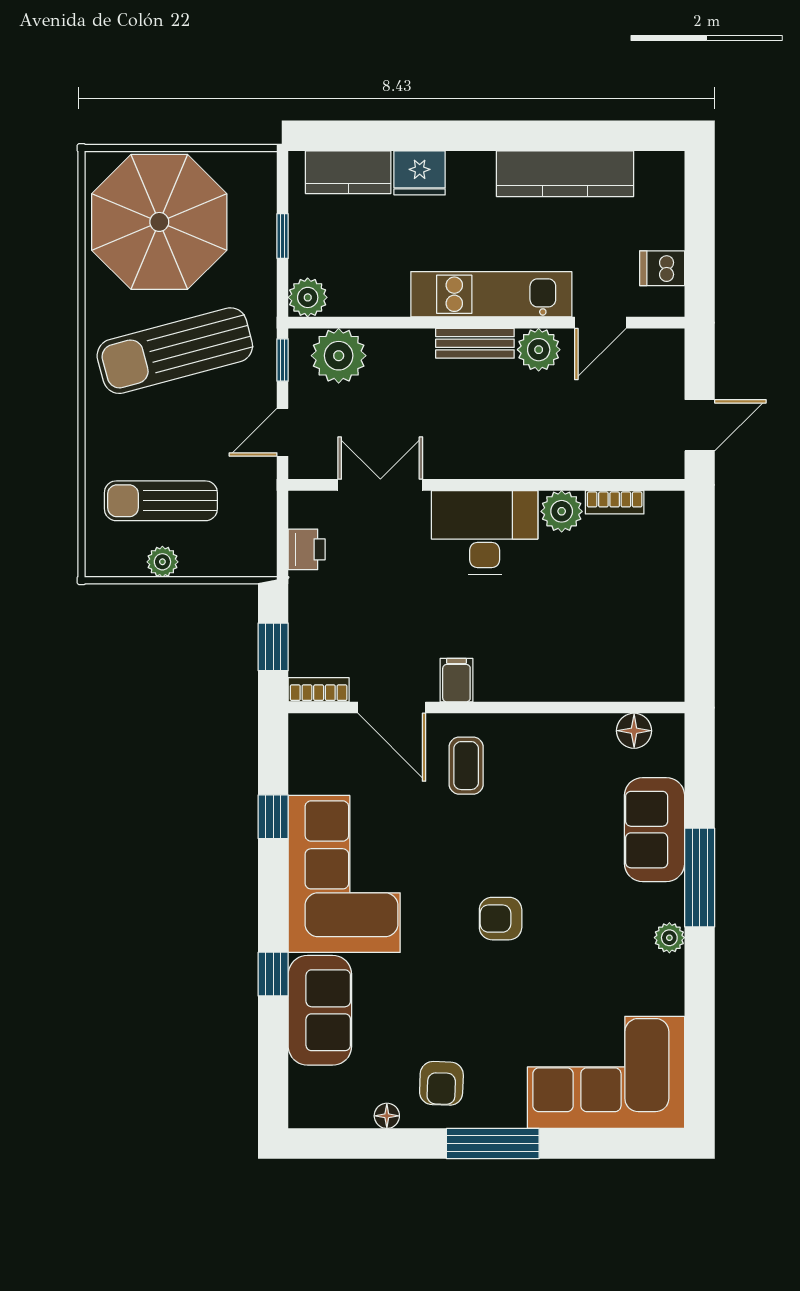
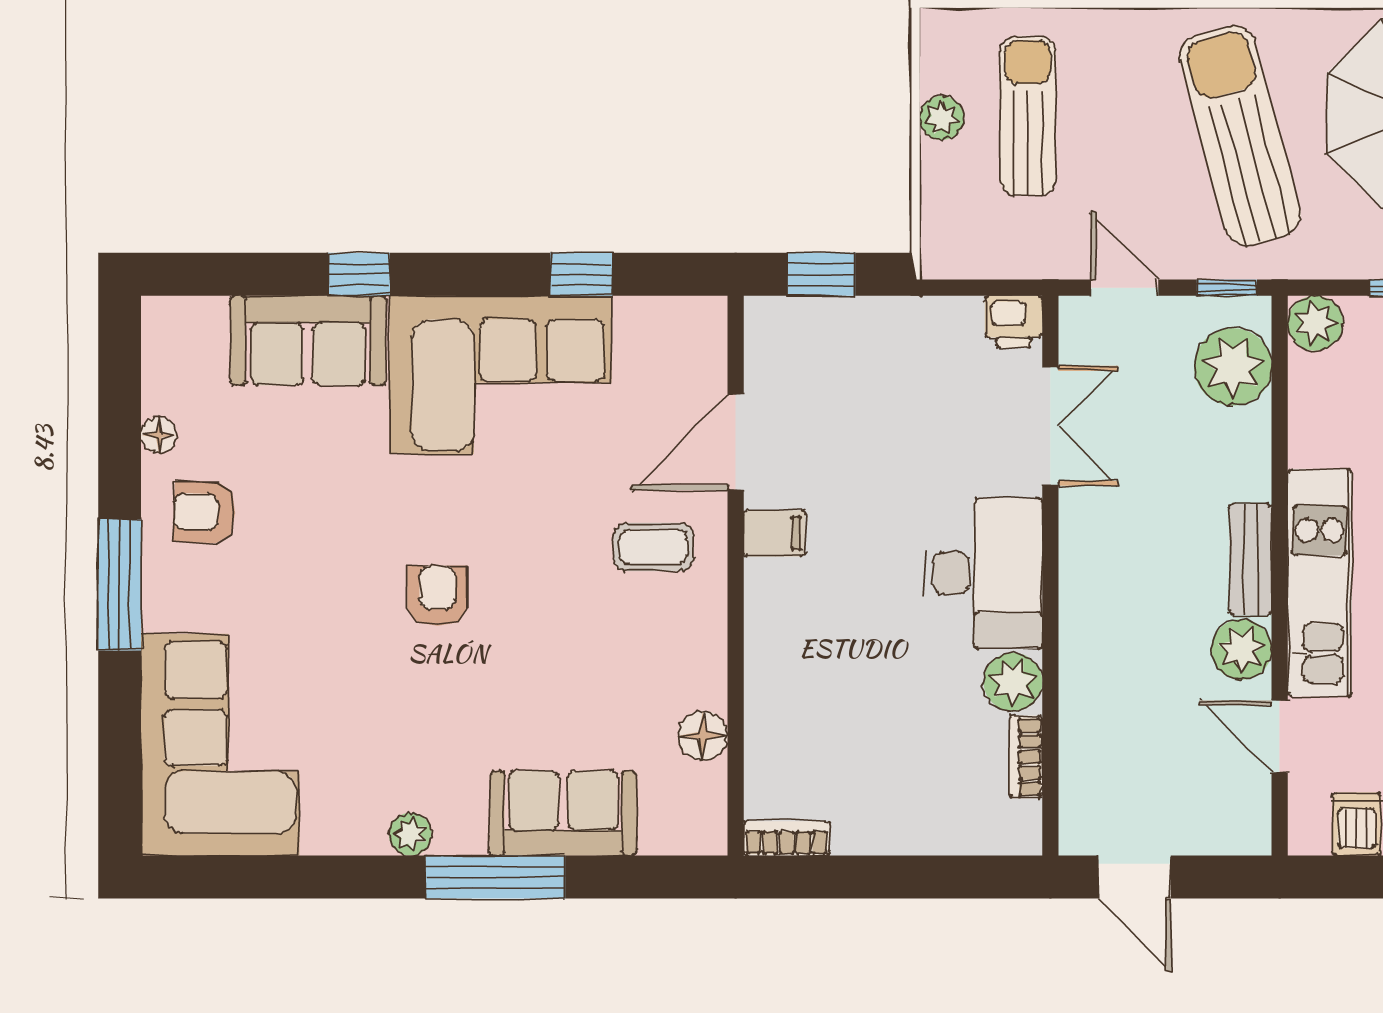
printer: (307, 549) -> (1014, 322), moved
bookcase: (319, 690) -> (787, 839), moved, turned -90
floor lamp: (634, 731) -> (703, 736), moved

